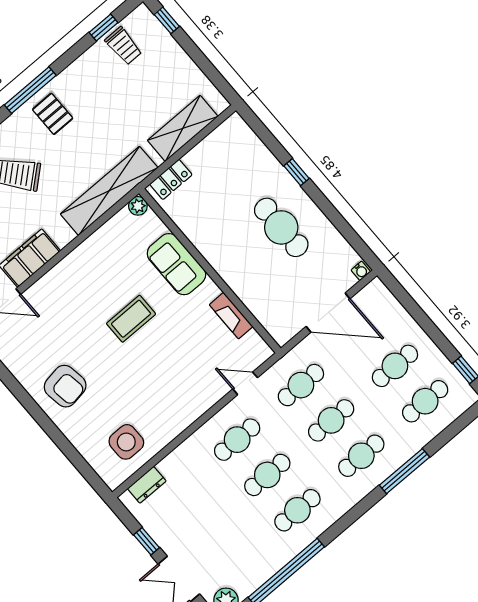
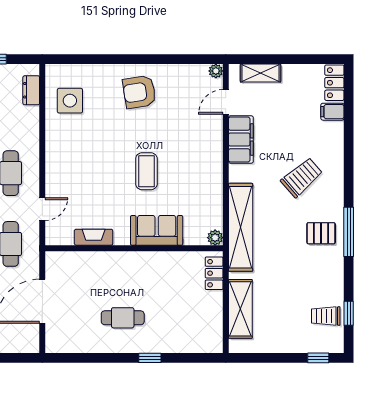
cafe table: (281, 227) -> (123, 318), width x0.73, depth x0.74
water cooler: (361, 271) -> (51, 345), removed

